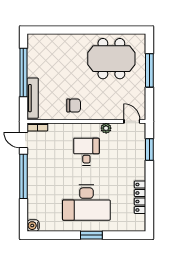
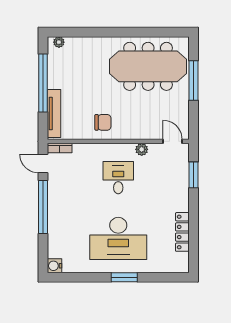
plant: (37, 38) -> (59, 42), added
meeting table: (111, 59) -> (148, 66), width x1.36

